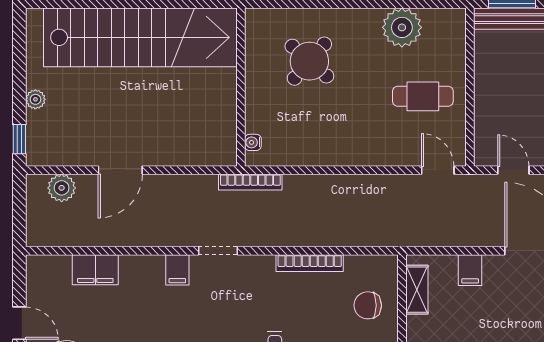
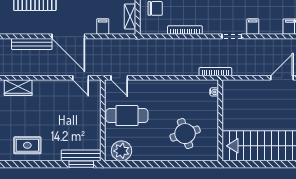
plant: (402, 27) -> (121, 151), moved
round table: (309, 61) -> (185, 134), turned 31
cafe table: (423, 96) -> (127, 116), width x1.37, depth x1.35

